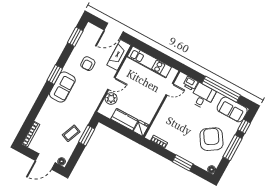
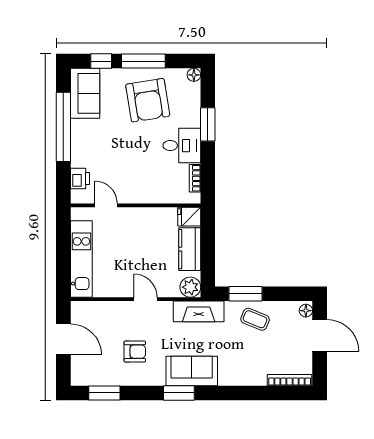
fireplace: (119, 55) -> (199, 311), moved
desk: (203, 96) -> (182, 146), moved, turned 180
plant: (111, 99) -> (190, 287), moved
armchair: (211, 139) -> (148, 100), turned -66

